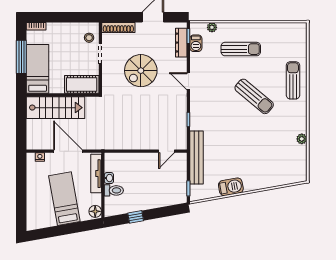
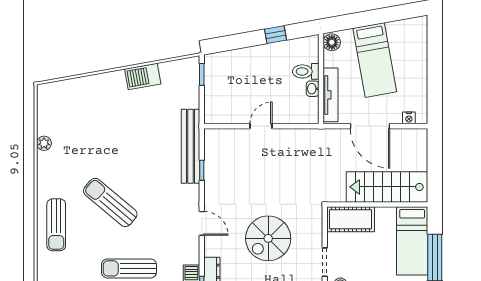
spiral stairs: (141, 71) -> (268, 238), turned 180
door: (167, 151) -> (261, 126), moved
bench: (197, 158) -> (190, 146), moved

